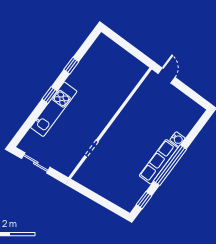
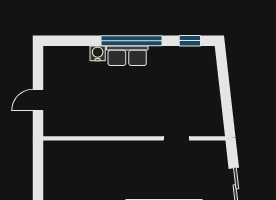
door: (167, 75) -> (38, 100), moved
row of seats: (159, 162) -> (127, 56), width x0.68

